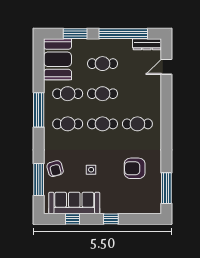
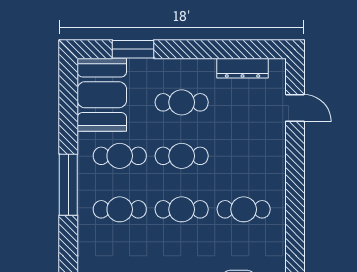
window: (123, 34) -> (218, 49), removed
dresser: (147, 44) -> (243, 68), moved
door: (166, 67) -> (295, 108), swing flipped

